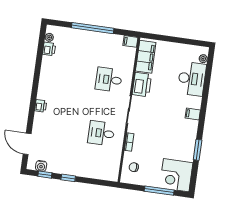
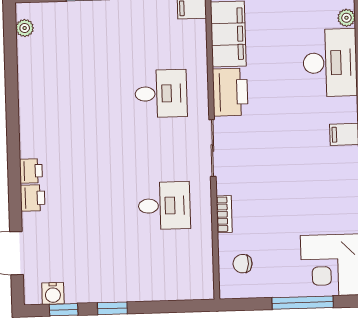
printer: (49, 49) -> (33, 198), moved
desk: (109, 80) -> (161, 94), turned 180
desk: (101, 133) -> (164, 206), turned 180

